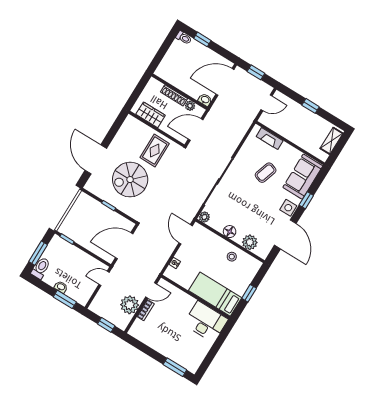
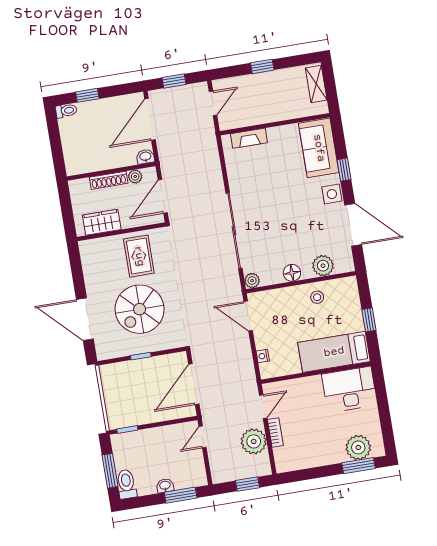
coffee table: (266, 173) -> (276, 178), removed
plant: (183, 357) -> (358, 447), added

